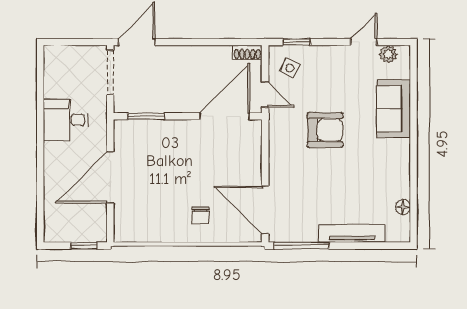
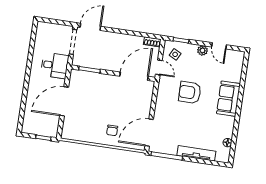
door: (364, 42) -> (219, 46), swing flipped
plant: (388, 54) -> (202, 50), moved
sofa: (393, 109) -> (228, 99), moved
desk: (66, 120) -> (55, 65), moved, turned 180
armchair: (325, 130) -> (190, 92), turned 180
door: (265, 210) -> (149, 133), hinge flipped

